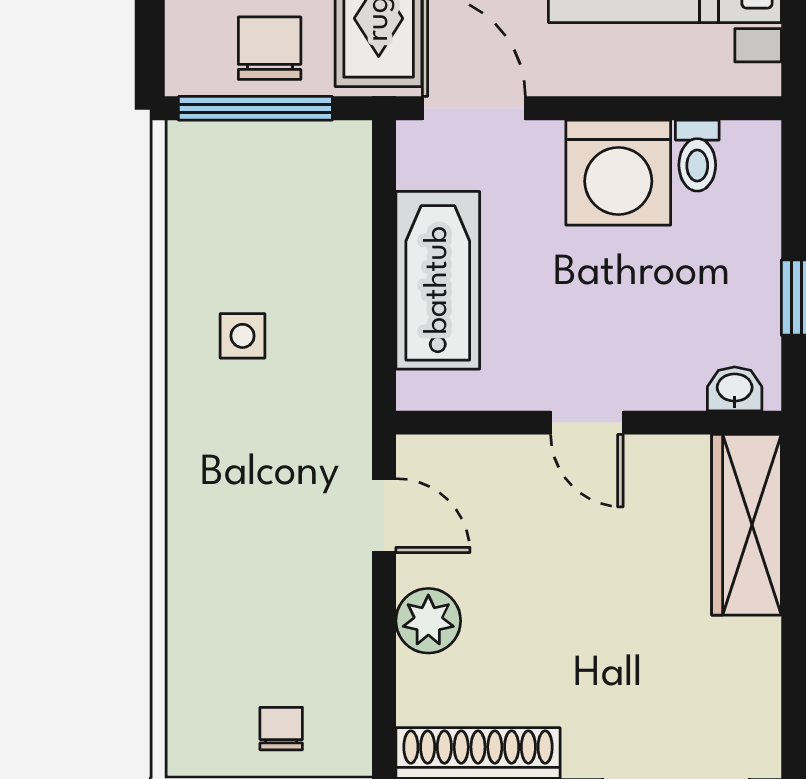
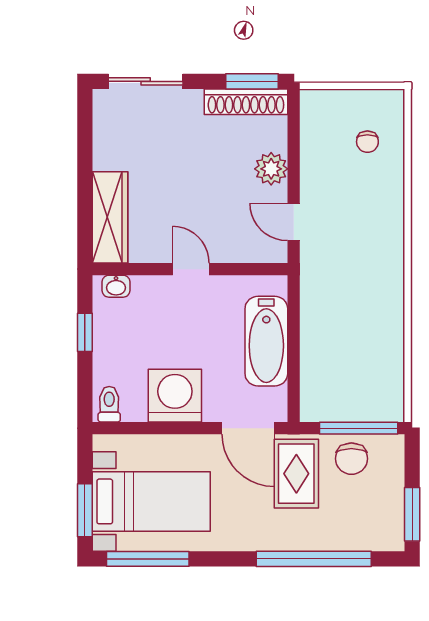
toilet: (697, 156) -> (109, 404), moved
side table: (243, 336) -> (365, 313), removed
chair: (281, 729) -> (367, 142), moved

